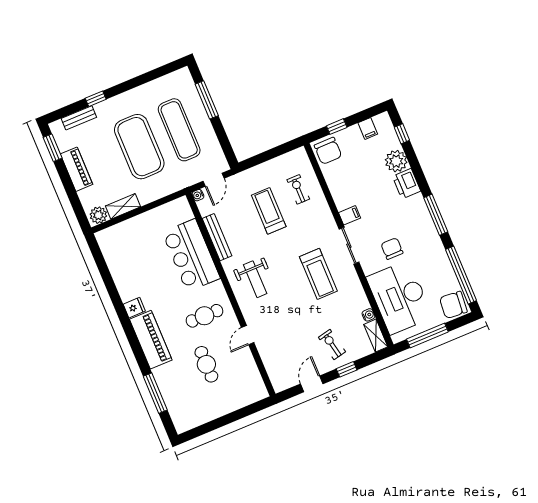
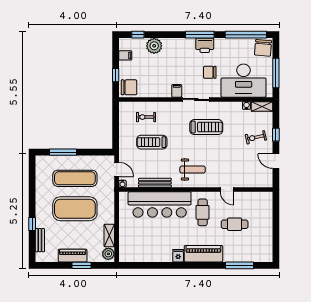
window: (53, 148) -> (82, 265), moved
printer: (407, 184) -> (205, 45), moved
bar counter: (191, 255) -> (160, 205), width x1.36

